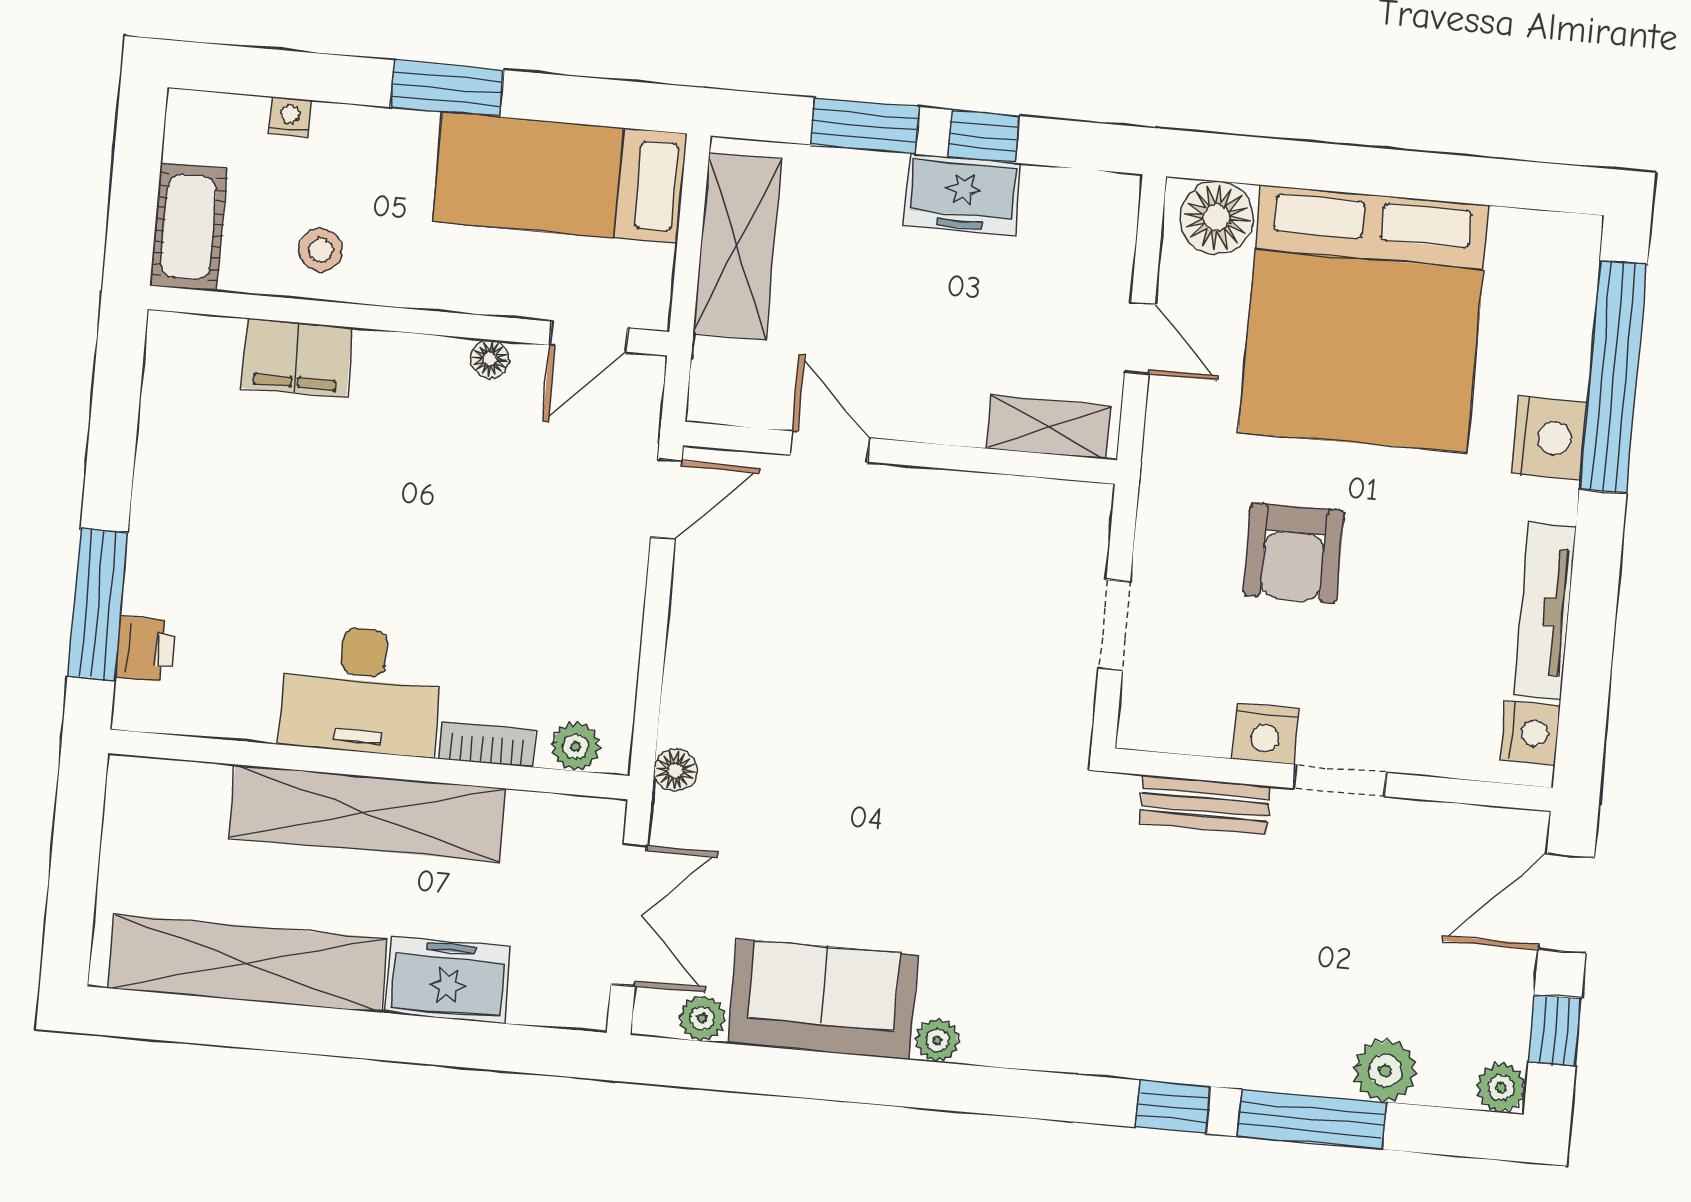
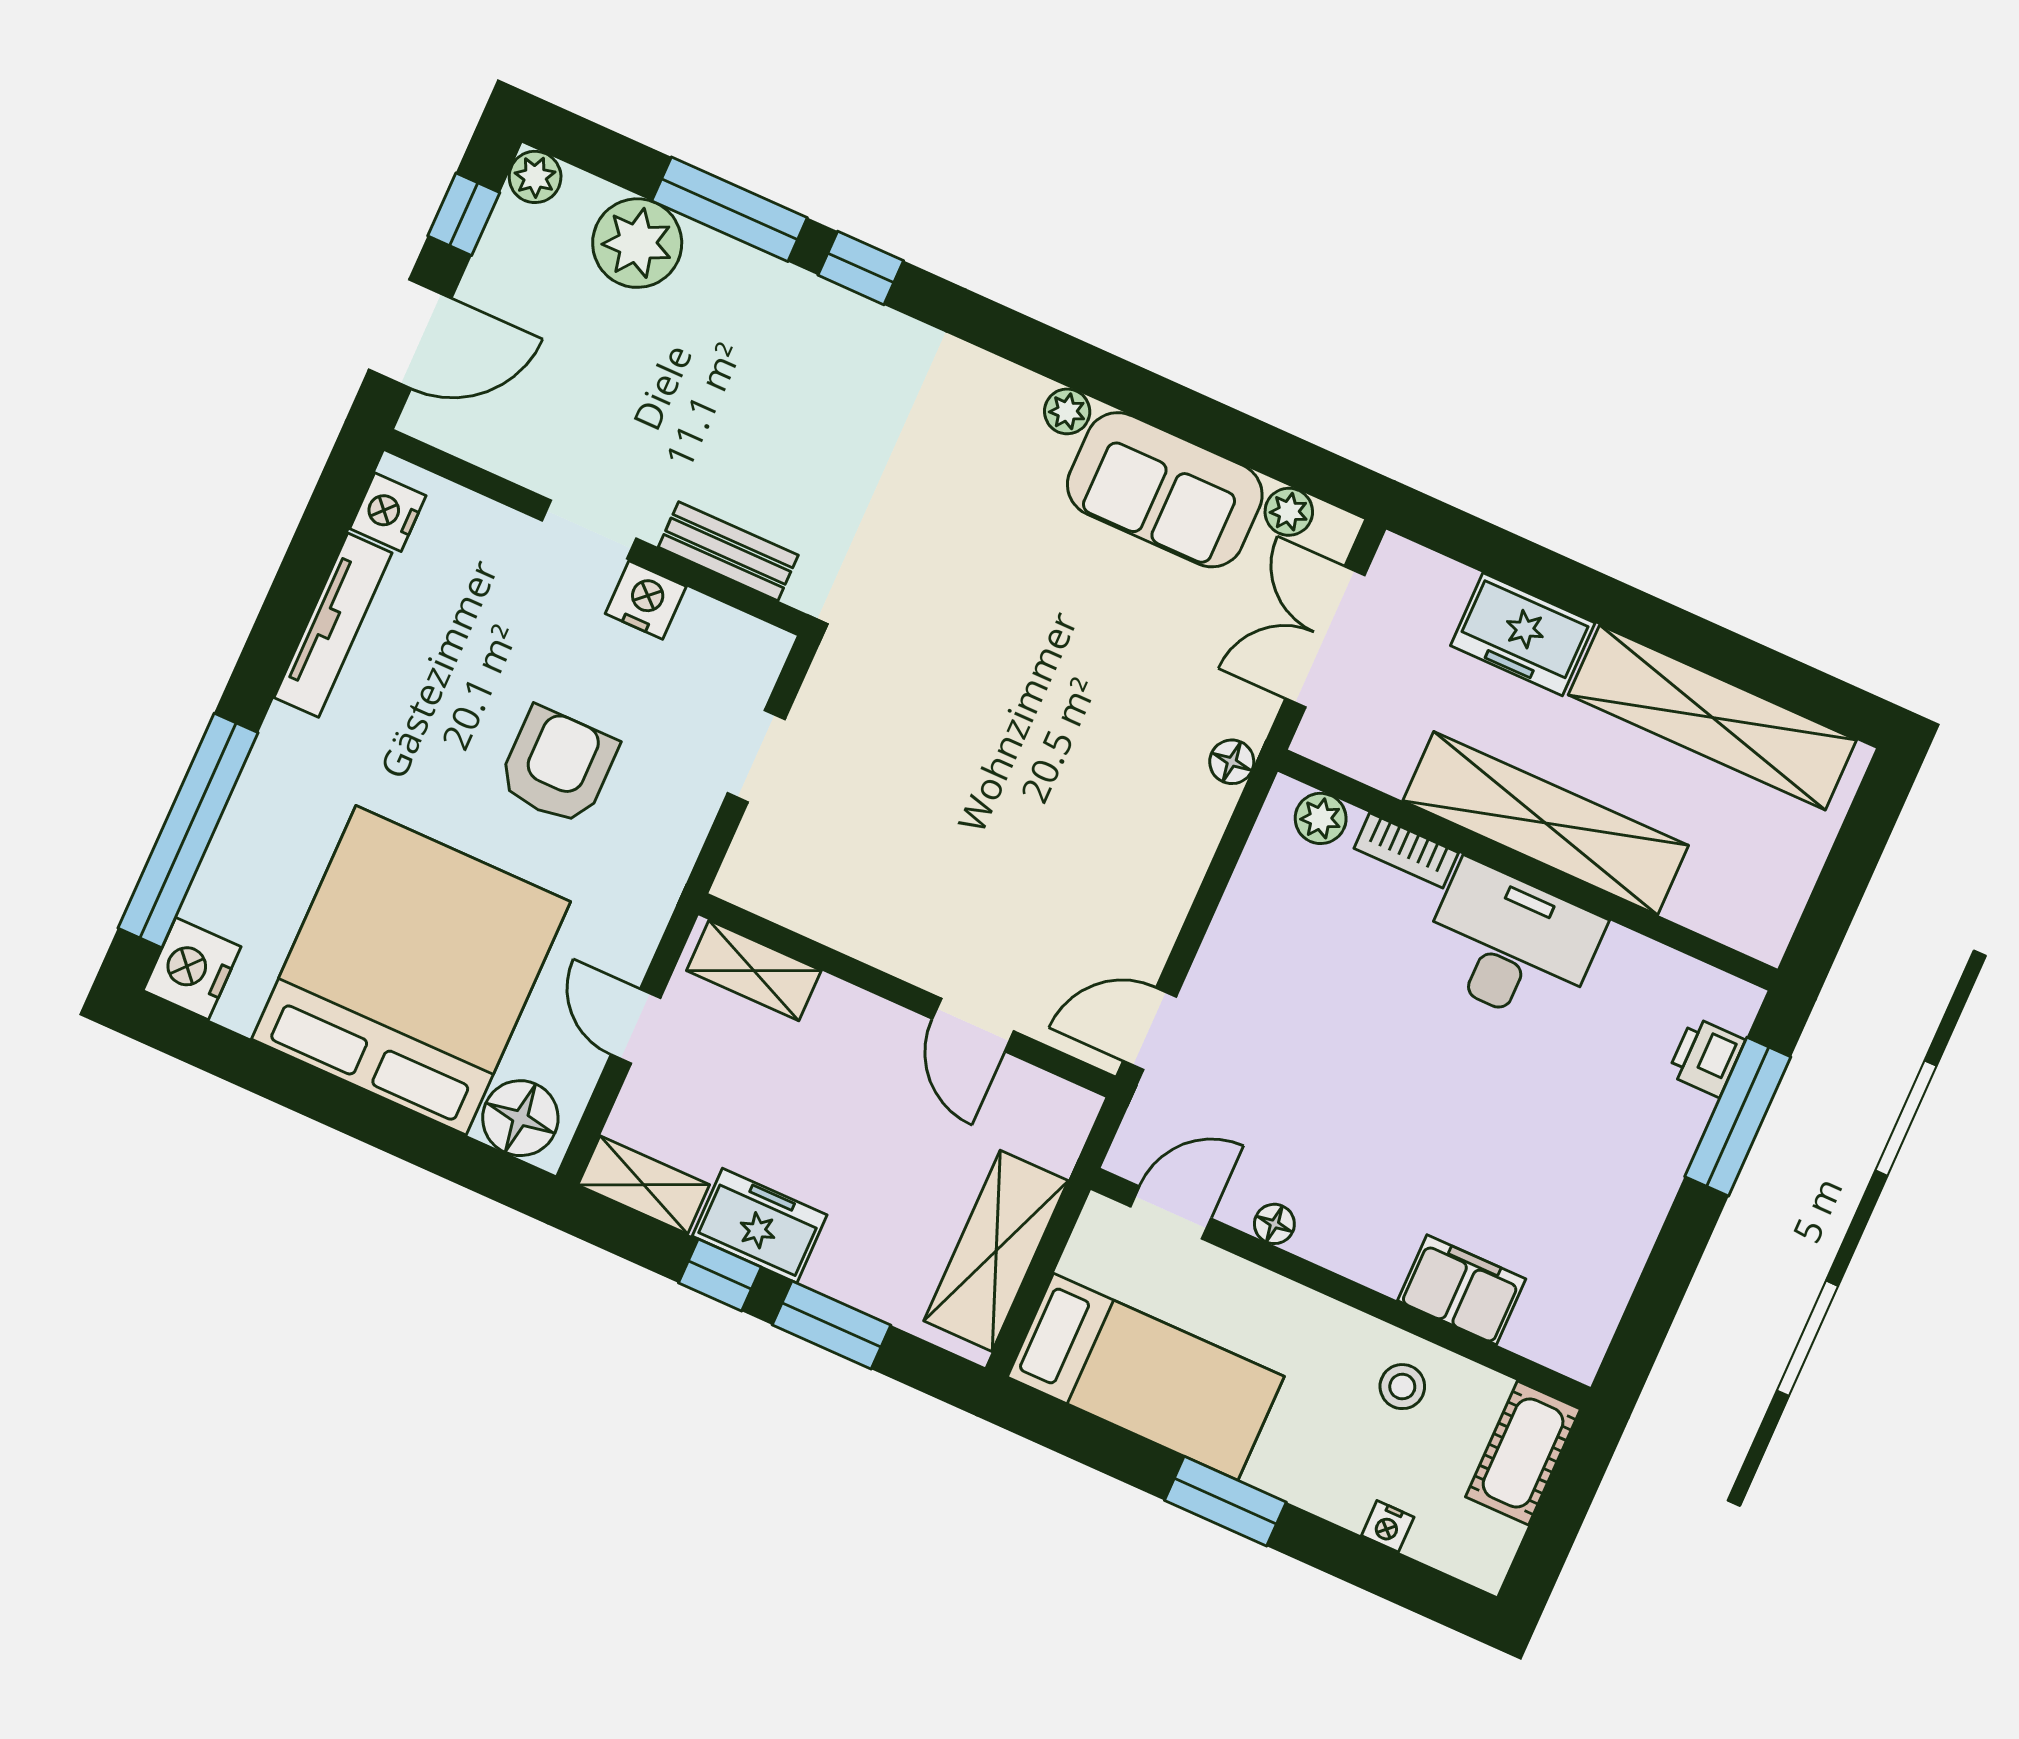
shelving: (1082, 195) -> (644, 1185), added
nightstand: (1549, 438) -> (192, 969), moved
plant: (1385, 1071) -> (637, 243), width x1.36, depth x1.36

